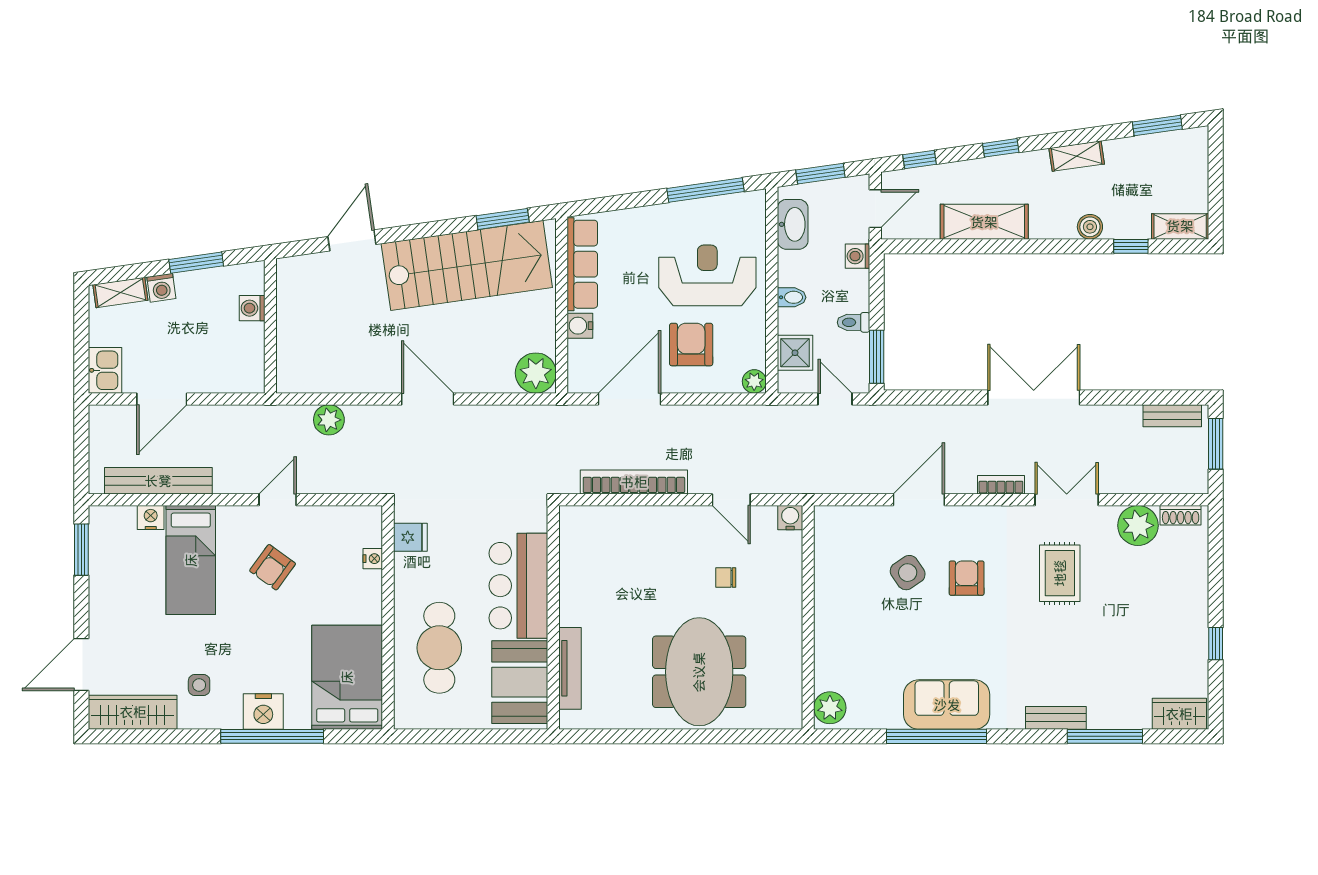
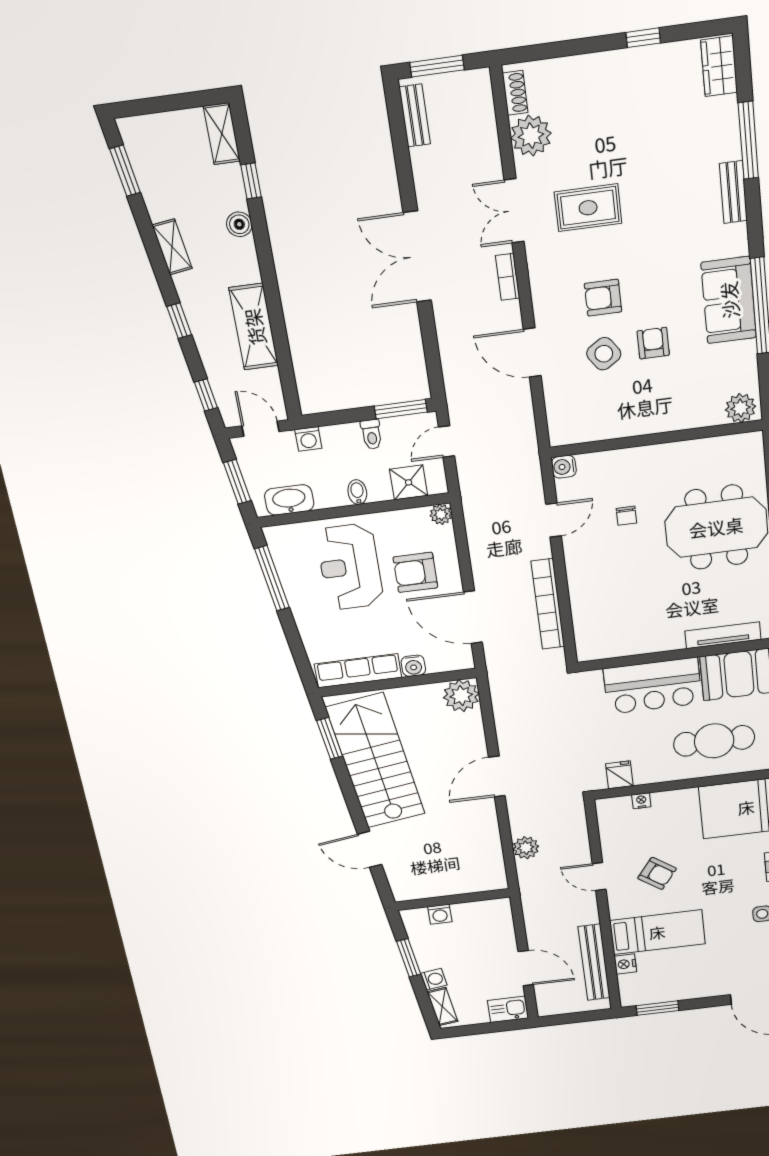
armchair: (912, 624) -> (653, 343), added

